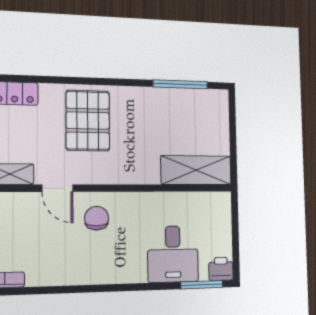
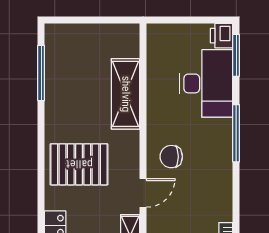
shelving: (196, 170) -> (126, 94), moved
desk: (173, 254) -> (206, 83), width x1.37
window: (122, 287) -> (236, 133), added

